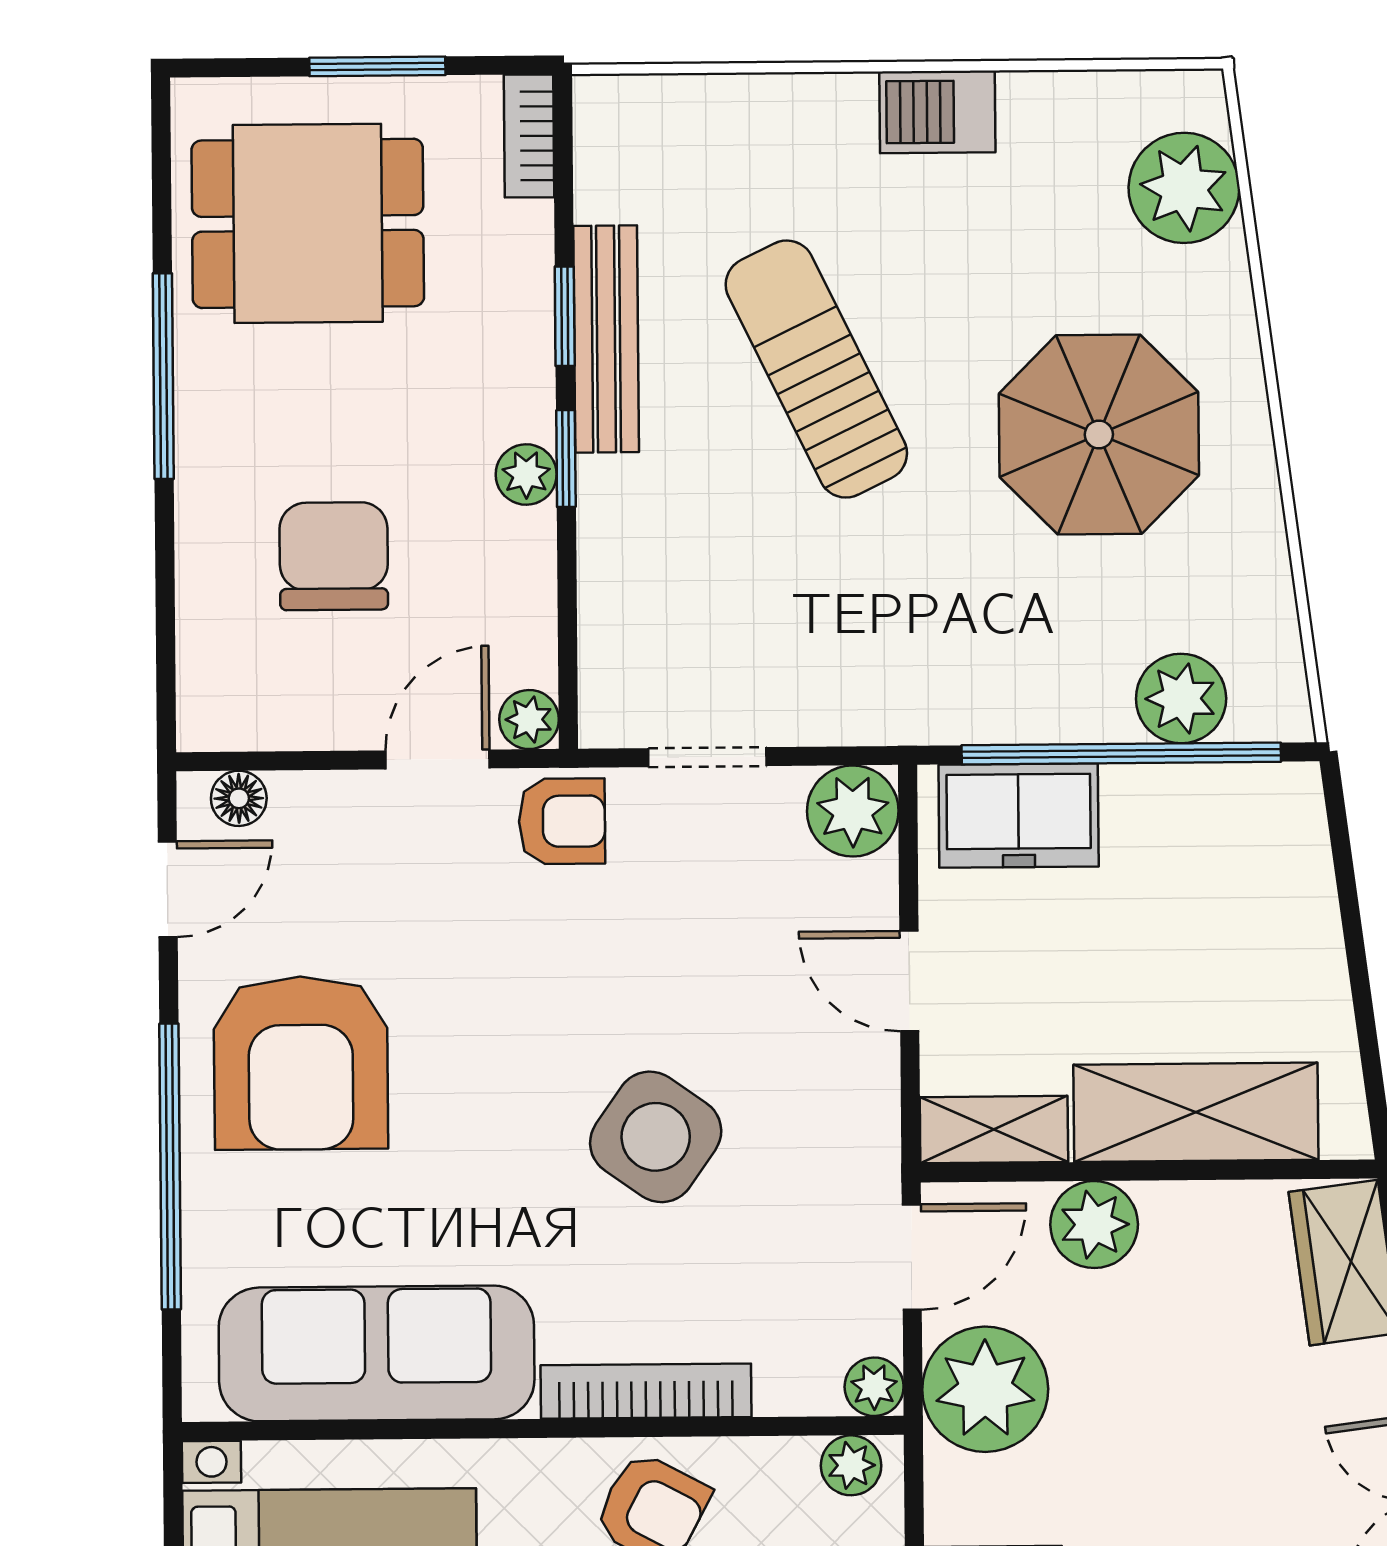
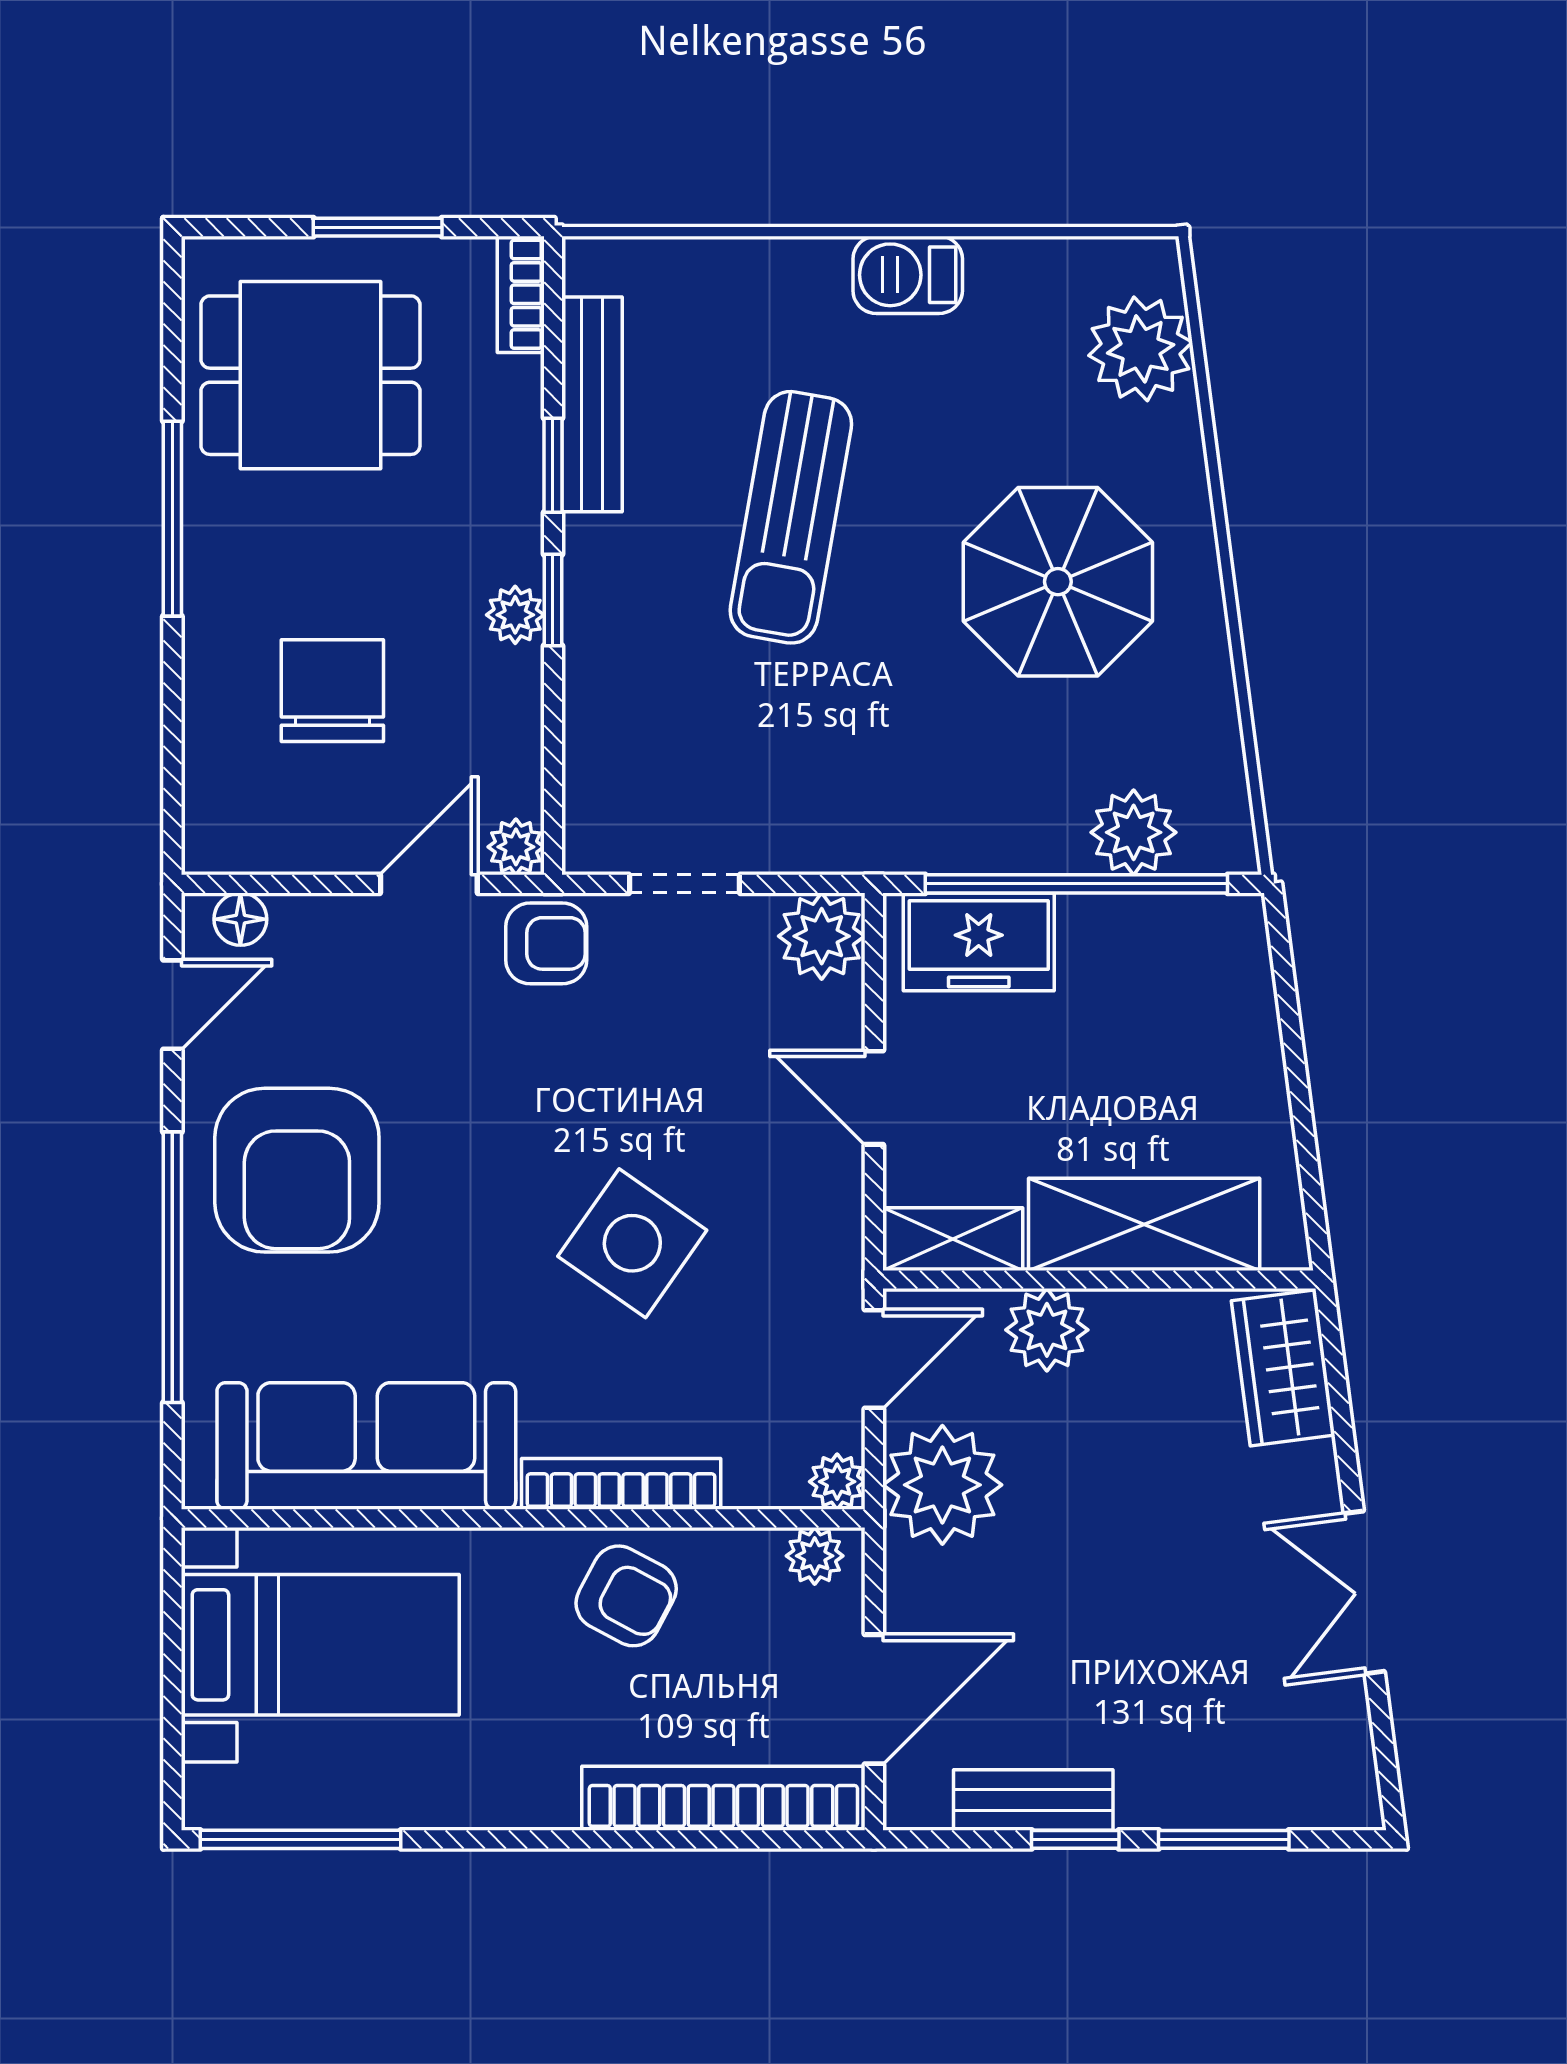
bench: (606, 339) -> (592, 404), moved
sun lounger: (816, 369) -> (791, 517), turned -144

